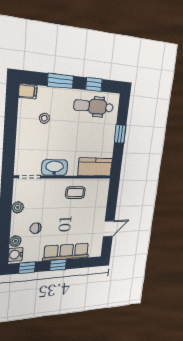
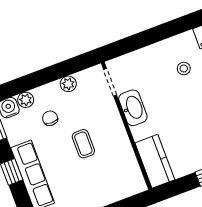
coffee table: (75, 193) -> (83, 144), moved

